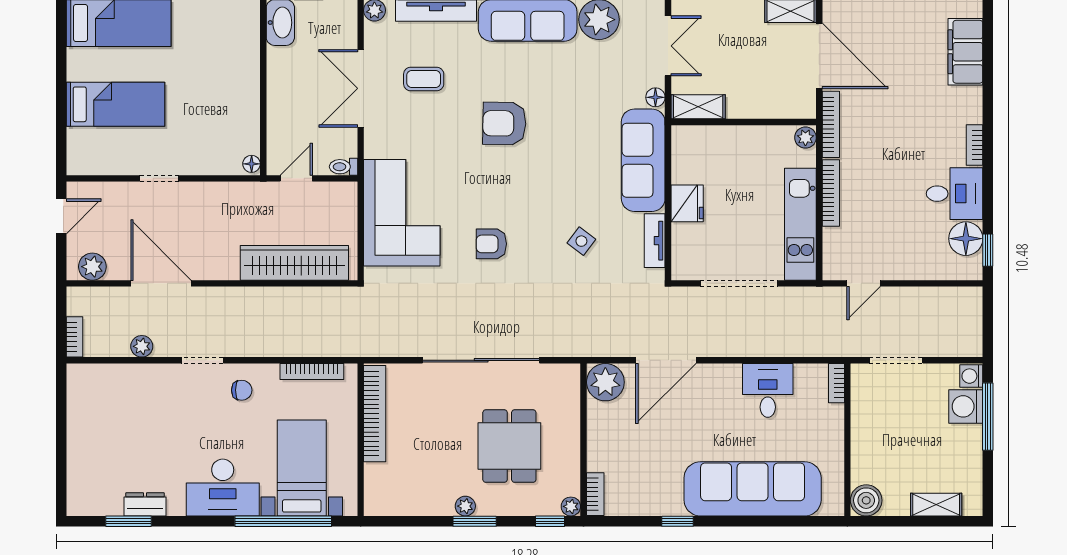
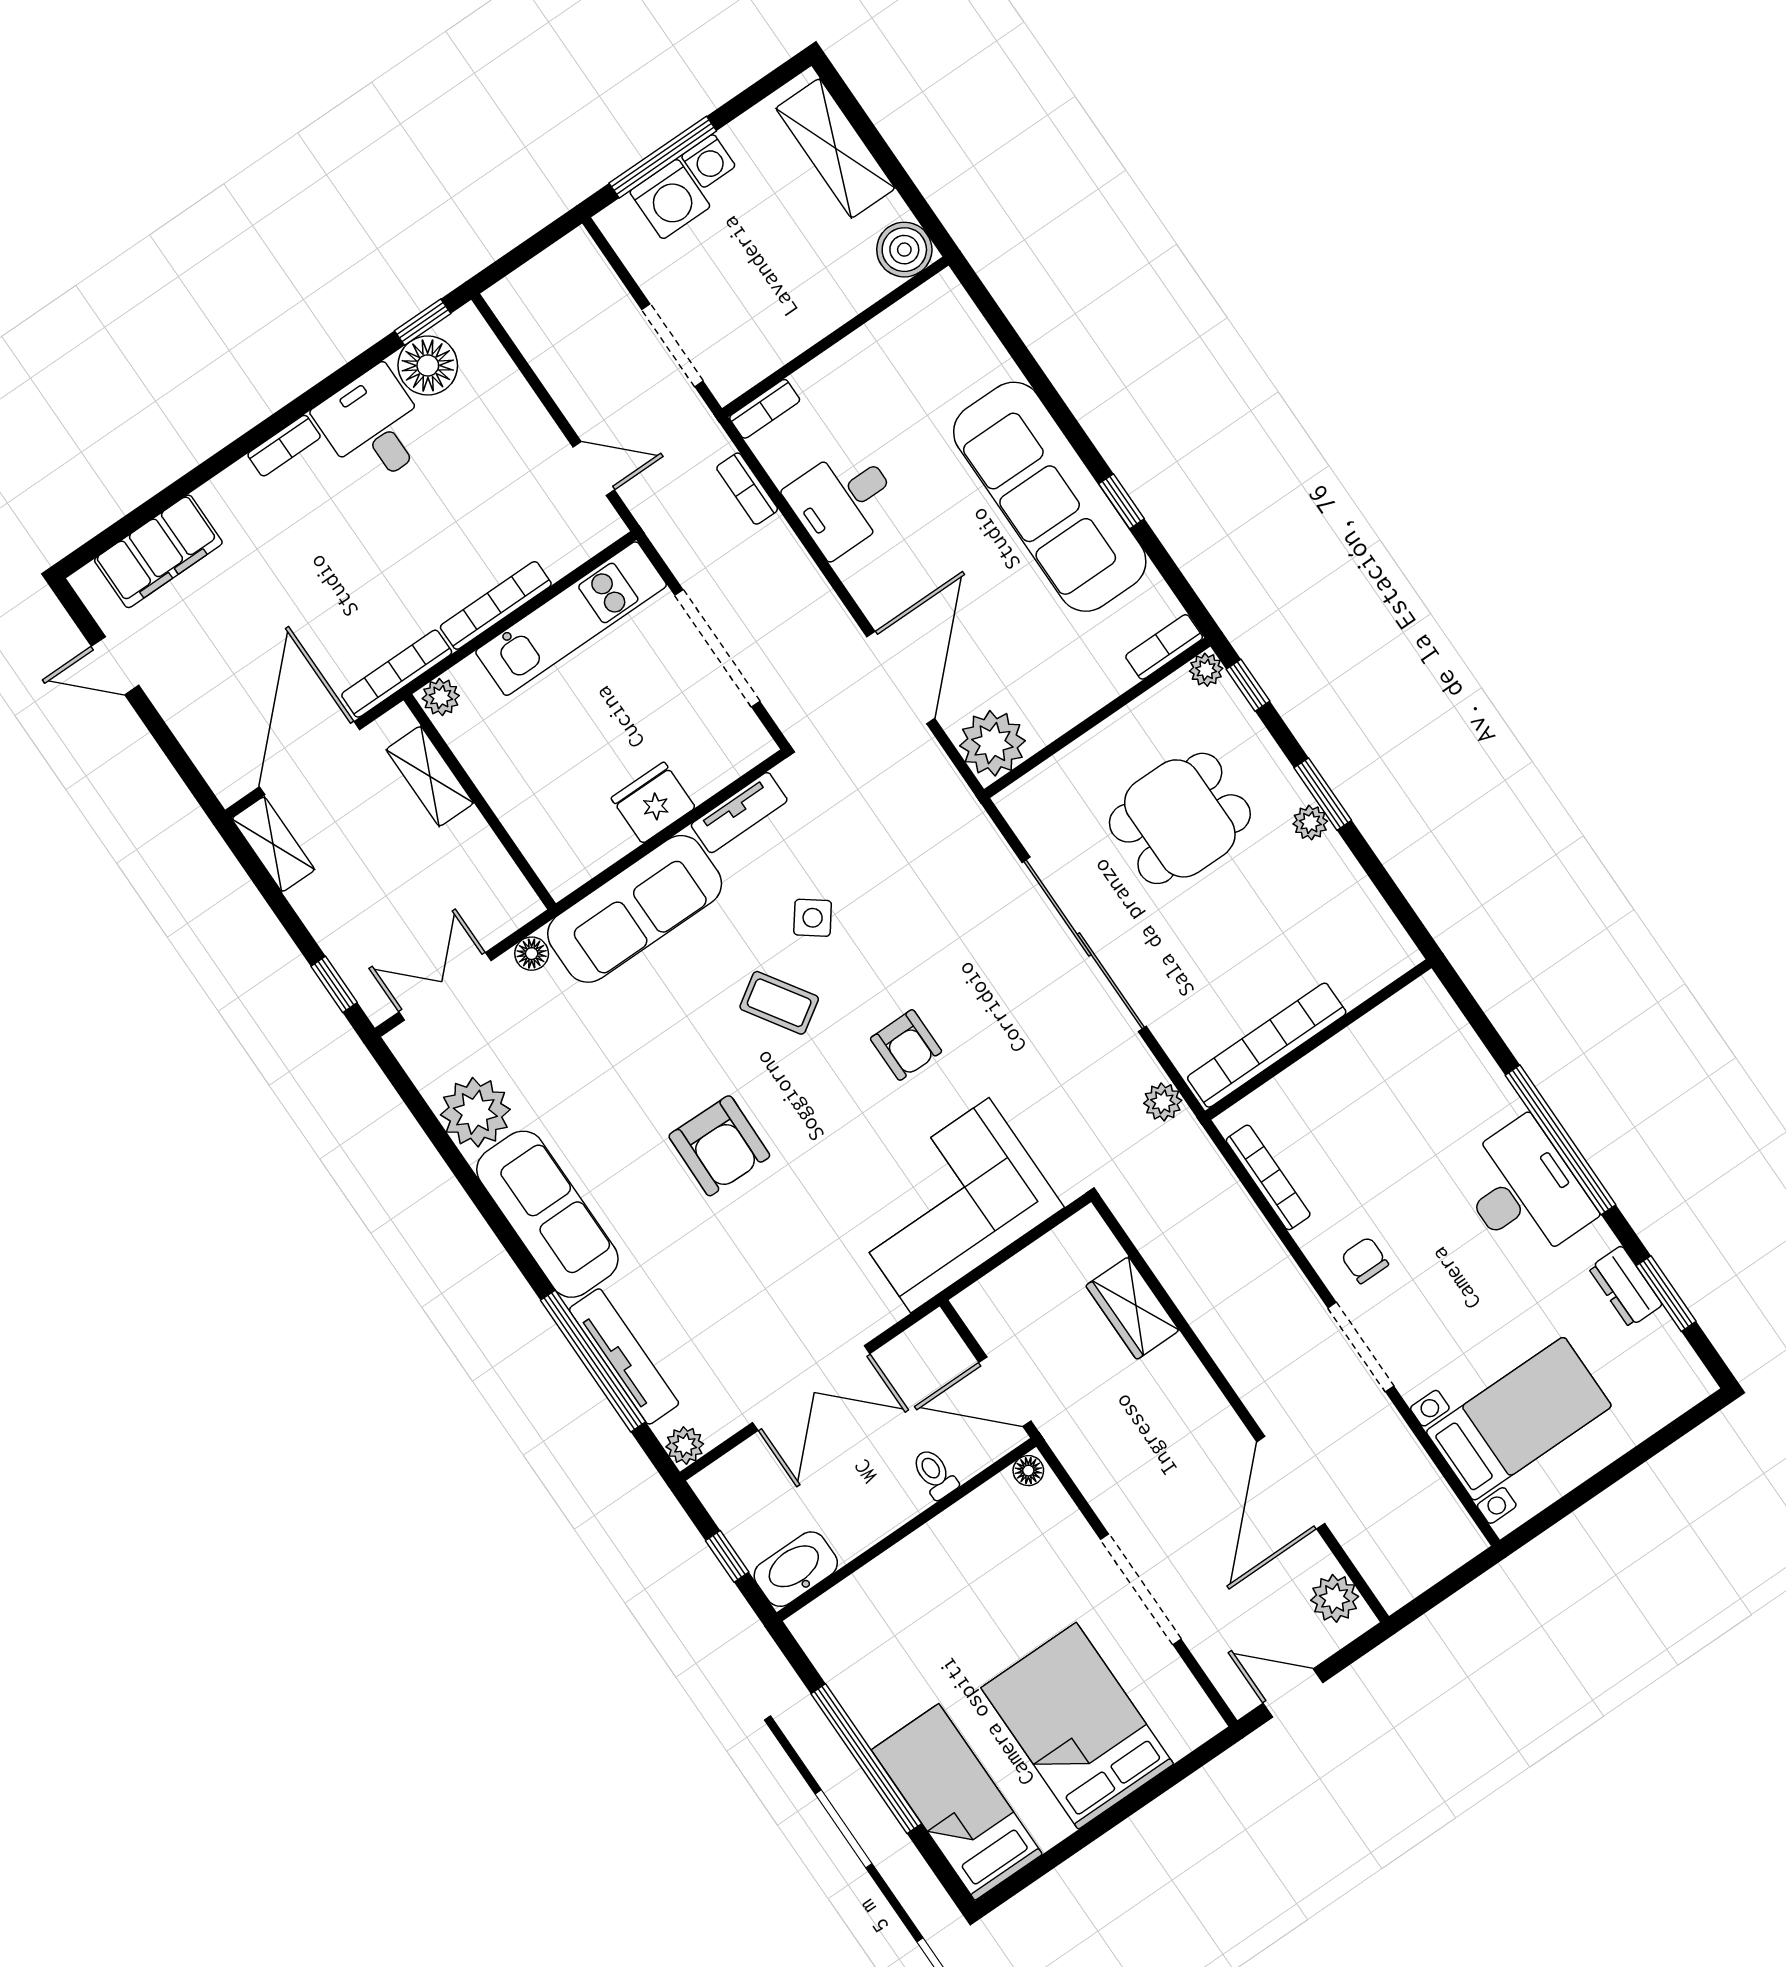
coffee table: (424, 79) -> (779, 1003), moved, turned -33
bed: (116, 104) -> (1077, 1726), width x1.50
shelving: (698, 107) -> (430, 776), moved
toilet: (344, 167) -> (935, 1474), moved, turned 180
doorway: (159, 178) -> (1141, 1589), width x1.88
door: (296, 178) -> (1005, 1392), width x1.38
wardrobe: (294, 263) -> (1132, 1308), width x0.48, depth x0.85
bookcase: (75, 337) -> (747, 489), moved, turned -90
plant: (142, 346) -> (1163, 1102), moved
doorway: (202, 360) -> (1361, 1347), width x1.38
door: (666, 360) -> (901, 678), hinge flipped
washing machine: (971, 376) -> (708, 161), moved
bed with nightstands: (302, 468) -> (1519, 1419), moved, turned 180
sofa: (753, 489) -> (1050, 497), moved
shelving: (936, 505) -> (835, 148), width x1.50, depth x1.33
window: (283, 521) -> (1560, 1140), moved

